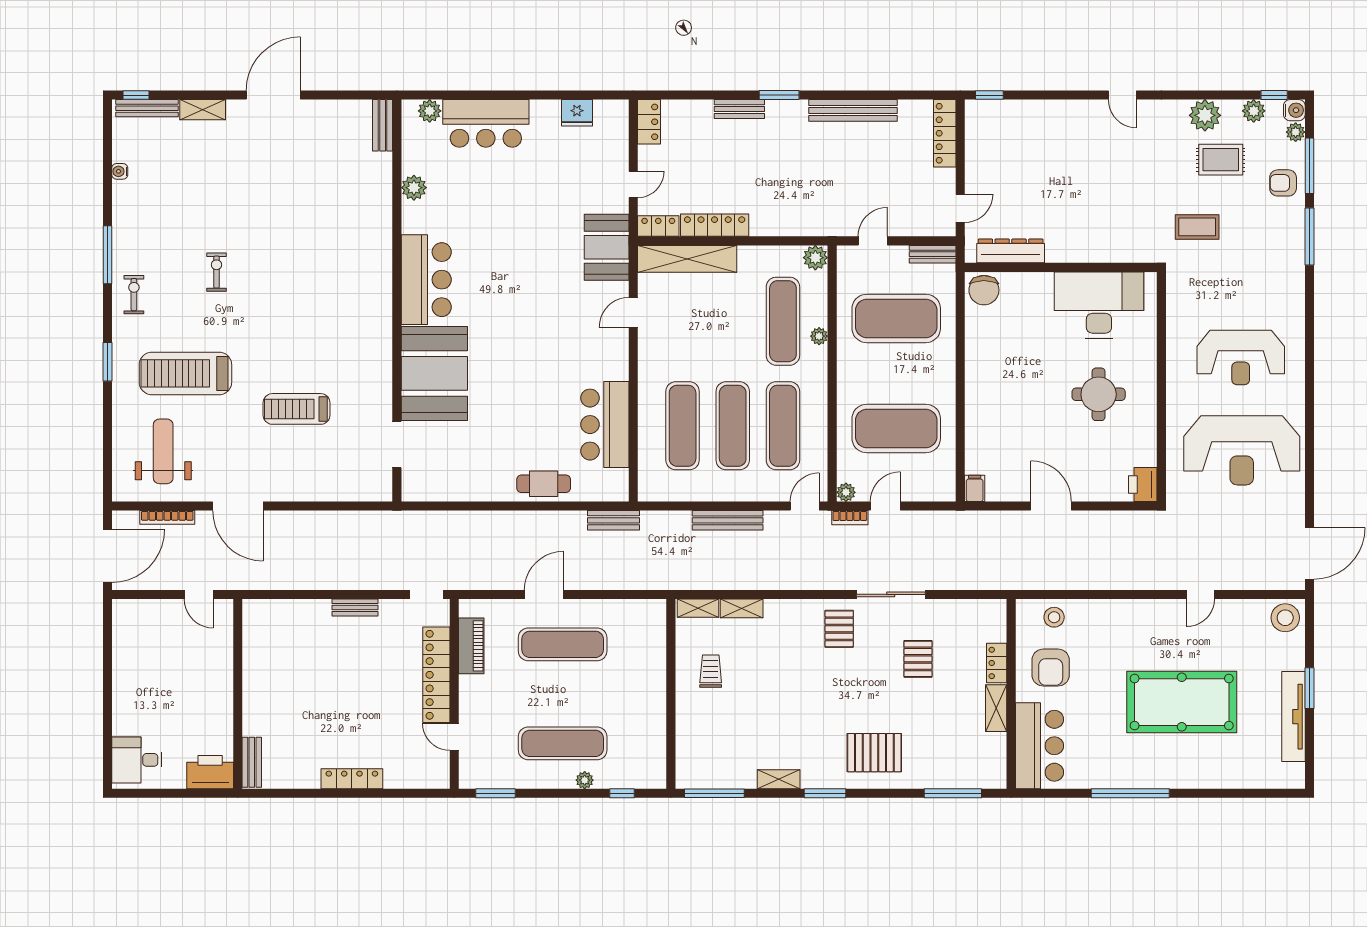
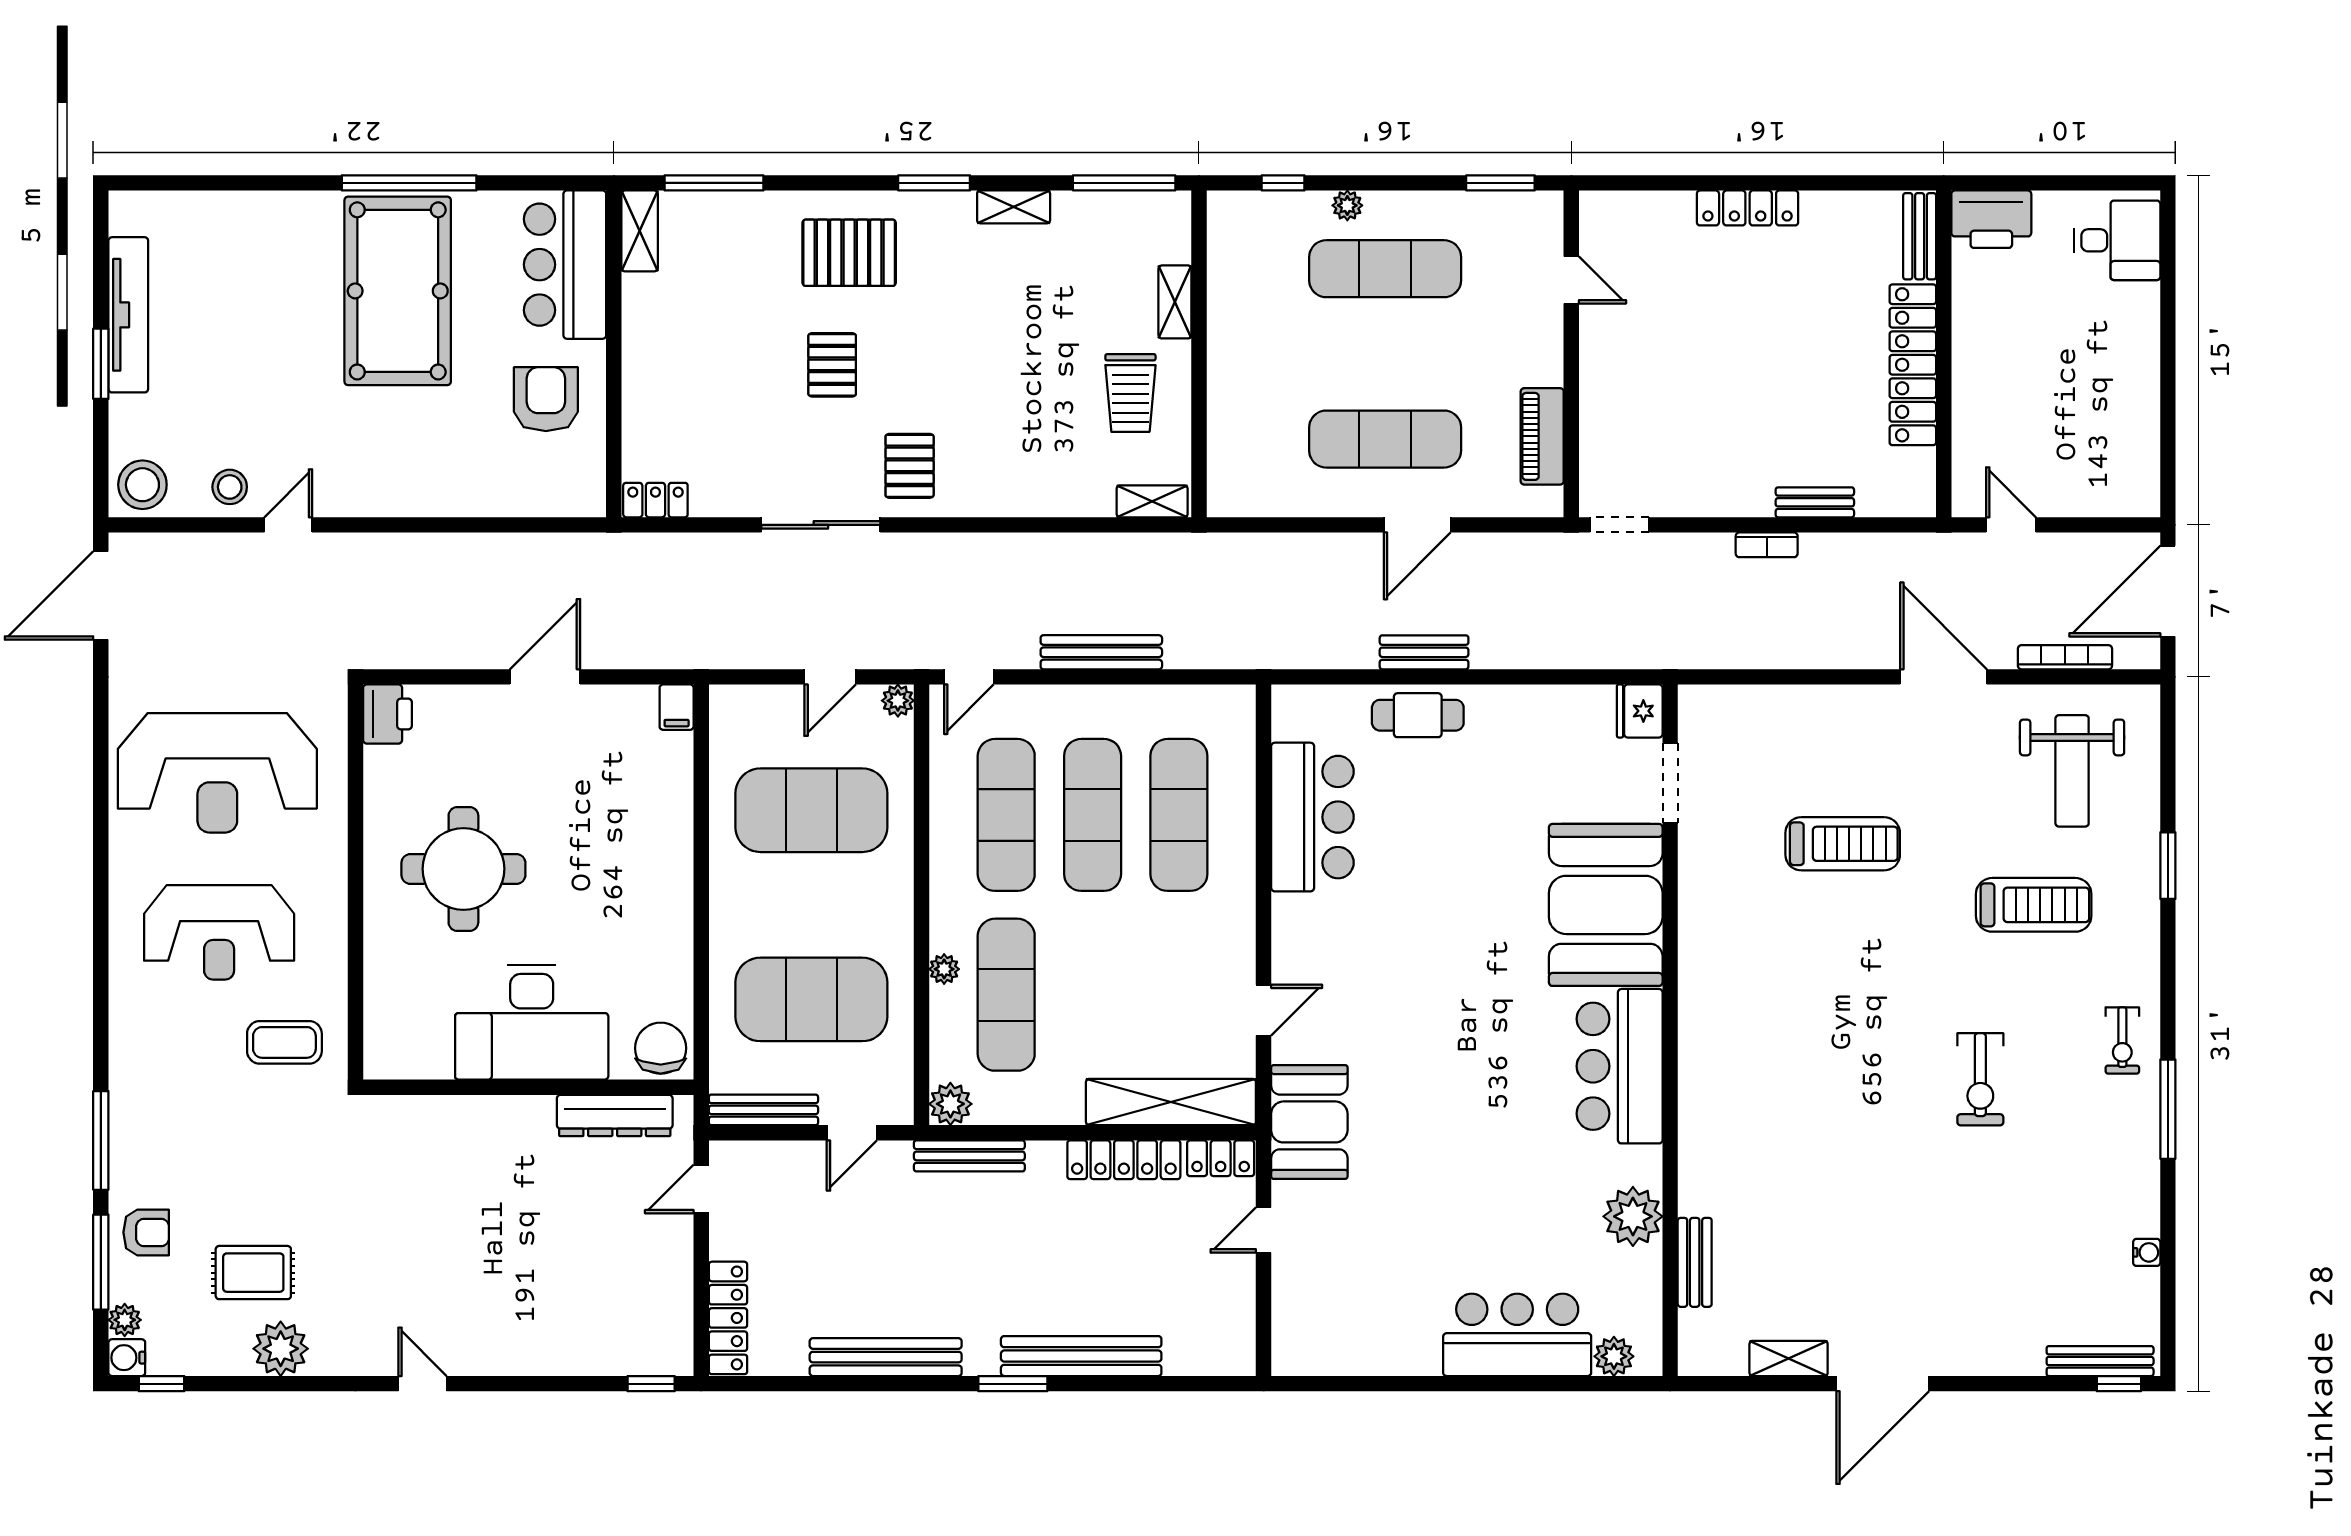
bench: (739, 109) -> (1081, 1356), width x1.86, depth x1.21
shelving: (203, 110) -> (1789, 1358), moved
plant: (1254, 111) -> (197, 1356), removed
fridge: (577, 113) -> (1640, 711), moved, turned -90
locker: (649, 122) -> (1237, 1338), removed
bench: (383, 125) -> (1695, 1262), moved
plant: (414, 188) -> (1633, 1216), width x1.36, depth x1.36
bench: (804, 227) -> (969, 1156), added
coffee table: (1197, 227) -> (284, 1042), moved
bench: (933, 254) -> (763, 1110), width x1.36
exercise bike: (216, 272) -> (1980, 1079), width x1.38, depth x1.39
desk: (1099, 305) -> (532, 1022), moved
reception desk: (1241, 357) -> (219, 932), turned 180
window: (107, 362) -> (2168, 866), moved
treadmill: (185, 373) -> (2034, 905), width x0.73, depth x0.73
round table: (1099, 394) -> (463, 869), width x1.36, depth x1.36
reception desk: (1242, 450) -> (217, 773), turned 180
door: (1051, 506) -> (545, 677), swing flipped
bookcase: (850, 518) -> (1767, 545), moved, turned 180
bench: (613, 520) -> (1424, 652), moved
bench: (355, 608) -> (1815, 502), moved
shelving: (742, 608) -> (1175, 302), moved, turned 90
stool: (1054, 617) -> (230, 487), moved
pallet: (918, 659) -> (832, 365), moved
locker: (997, 663) -> (655, 500), moved, turned -90
trolley: (711, 671) -> (1130, 393), width x1.36, depth x1.39
locker: (436, 675) -> (1913, 365), moved, turned 180
pool table: (1182, 702) -> (398, 291), moved, turned 90
shelving: (996, 708) -> (640, 231), moved

